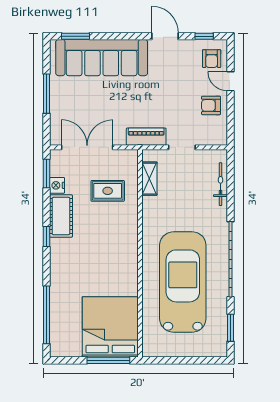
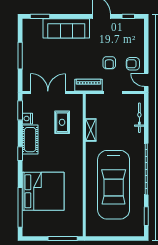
sofa: (102, 58) -> (66, 28), width x0.74, depth x0.79
armchair: (212, 59) -> (109, 63), moved
door: (231, 81) -> (146, 80), moved
shelving: (149, 179) -> (91, 130), moved
rug: (108, 191) -> (62, 122), turned 90
car: (183, 282) -> (114, 185), turned 180
bed: (110, 327) -> (43, 191), moved, turned 90

